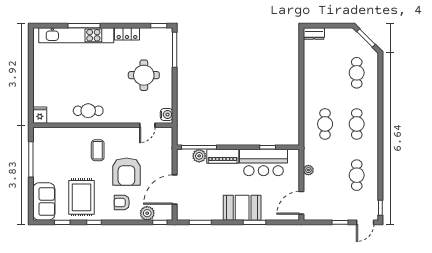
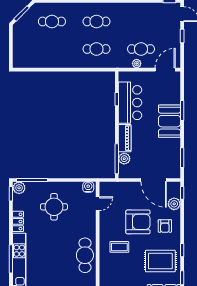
dresser: (314, 34) -> (18, 59), removed
plant: (166, 35) -> (19, 188), added
cafe table: (88, 111) -> (85, 255), width x1.37, depth x1.35
door: (147, 125) -> (98, 204), hinge flipped
cafe table: (357, 175) -> (141, 49), moved
door: (301, 203) -> (165, 70), swing flipped

